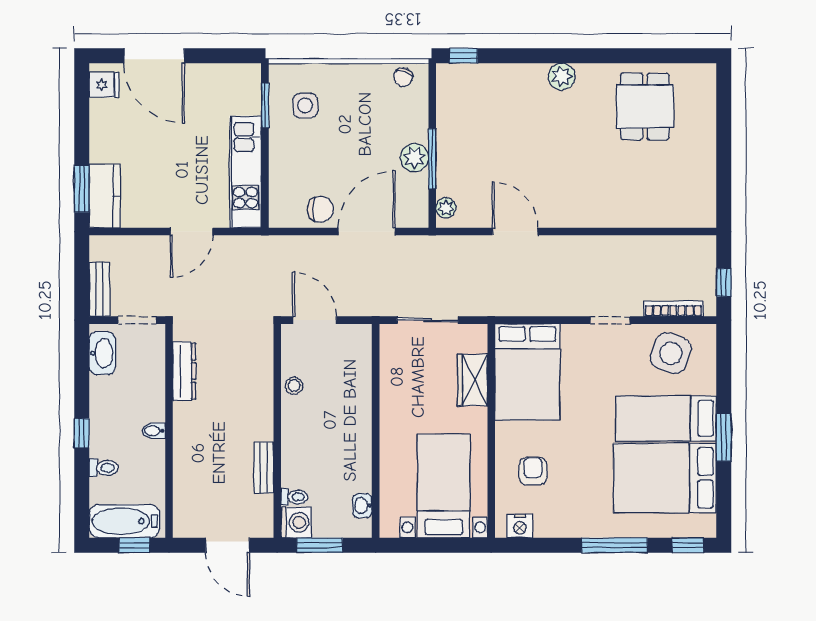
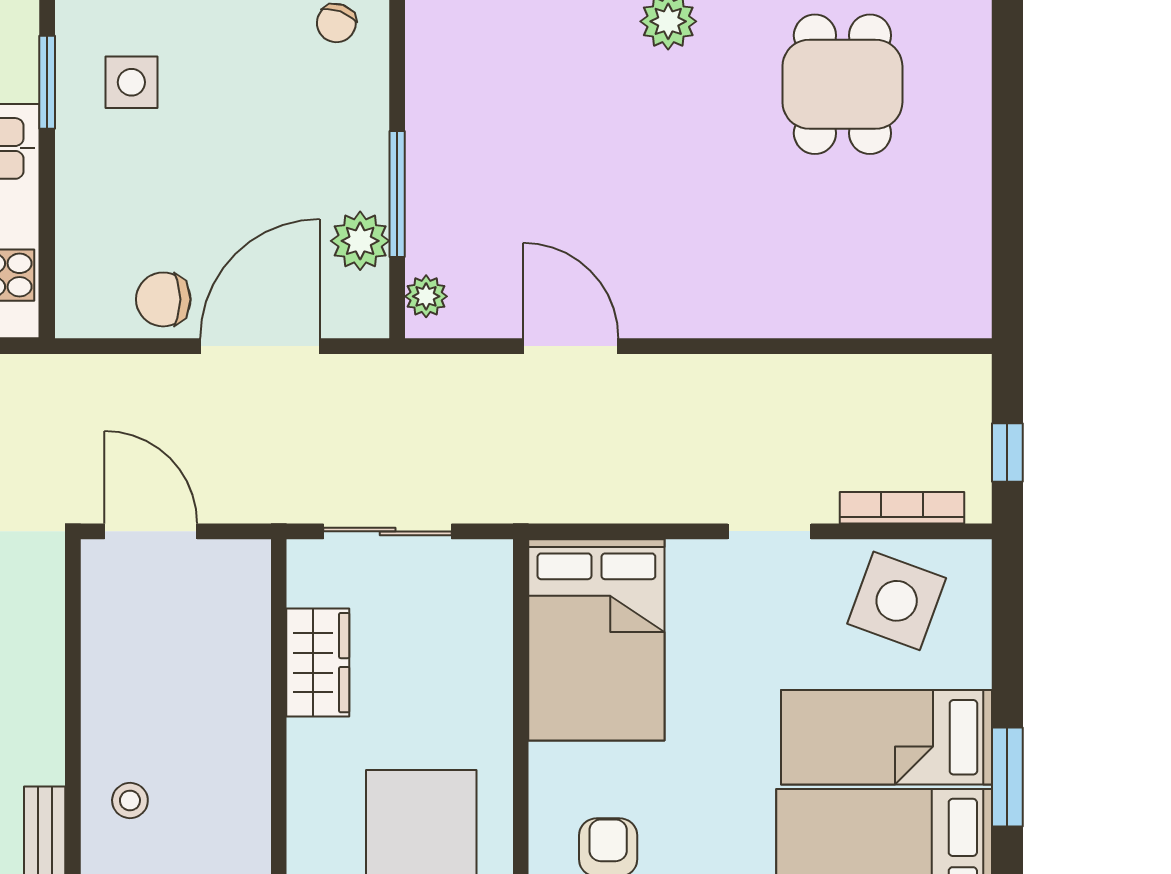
plant: (414, 158) -> (360, 241), moved
chair: (320, 209) -> (163, 299), turned 180
wardrobe: (473, 380) -> (318, 663), moved, turned 180
stool: (294, 386) -> (130, 800), moved

